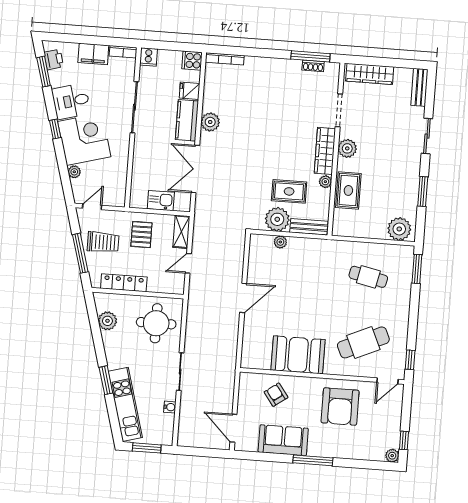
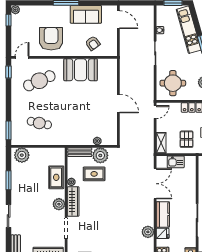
plant: (210, 122) -> (148, 232), moved
door: (188, 263) -> (155, 112), moved
door: (243, 298) -> (118, 104), swing flipped

